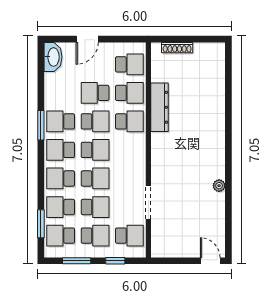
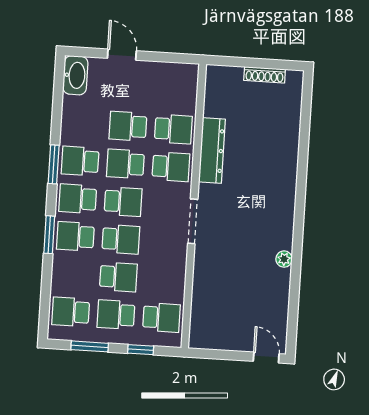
door: (87, 39) -> (122, 55), swing flipped
shoe rack: (177, 48) -> (265, 75), moved
school desk: (129, 64) -> (176, 91), removed
school desk: (95, 121) -> (126, 164), turned 180
doorway: (148, 203) -> (193, 221), moved
school desk: (61, 207) -> (73, 274), removed
window: (41, 224) -> (49, 235), moved
school desk: (95, 236) -> (116, 315), turned 180

